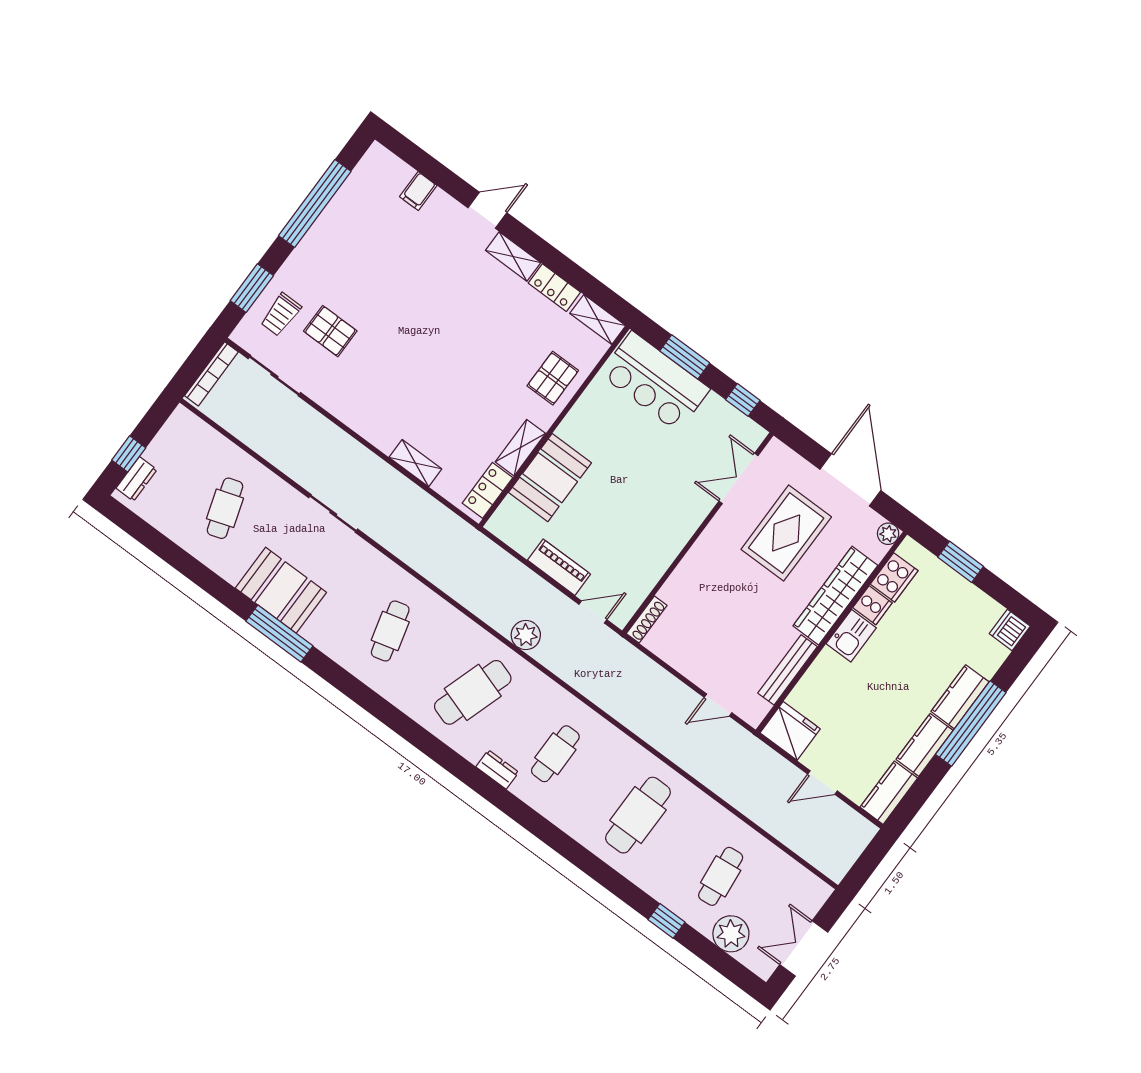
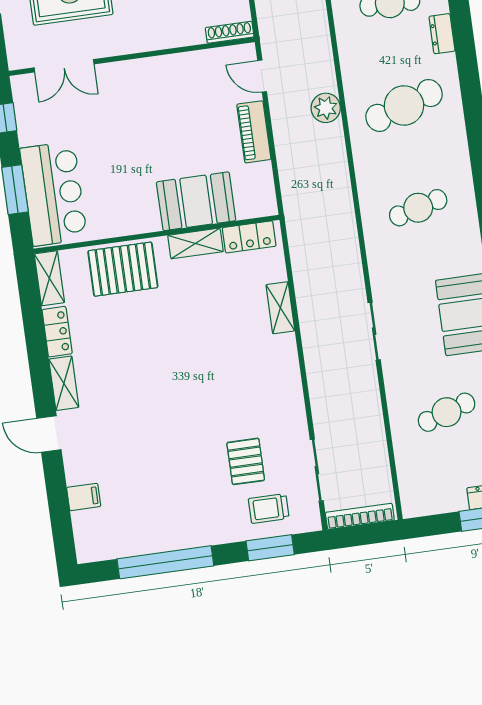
trolley: (281, 314) -> (269, 508), turned 180
pallet: (553, 378) -> (123, 269), width x1.50, depth x1.42
cafe table: (473, 692) -> (404, 105), turned -36

